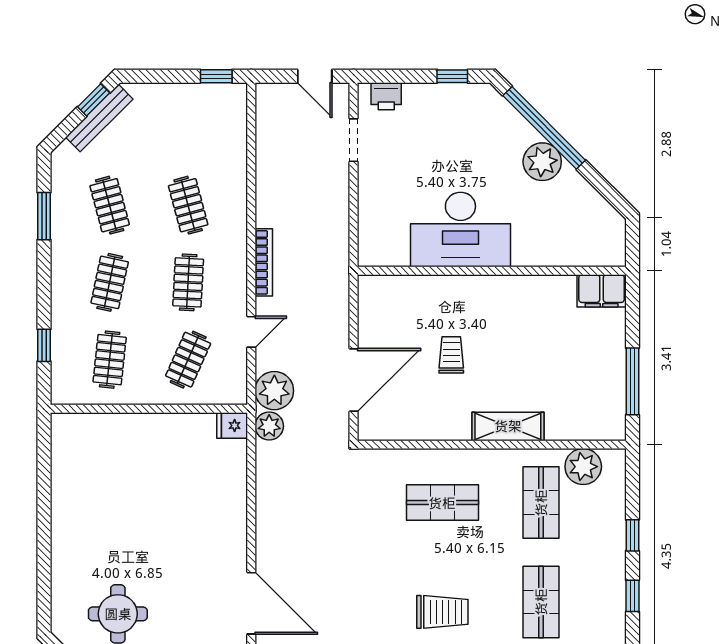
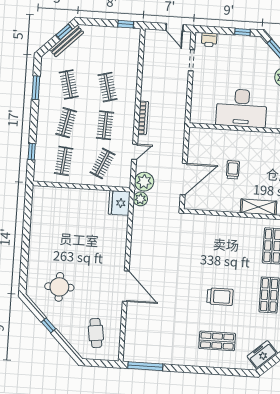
fridge: (232, 425) -> (119, 203), width x1.88, depth x1.34
shop shelf: (442, 503) -> (224, 243), removed

